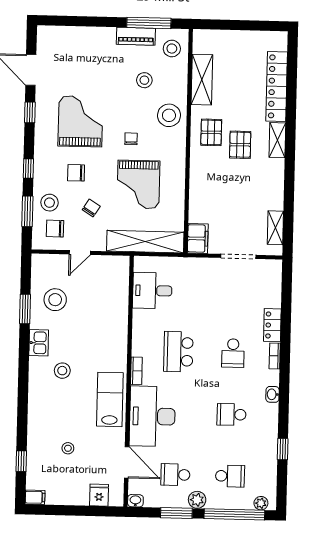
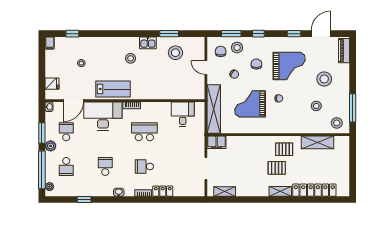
piano: (136, 36) -> (344, 51), moved
stool: (169, 115) -> (324, 79), moved

